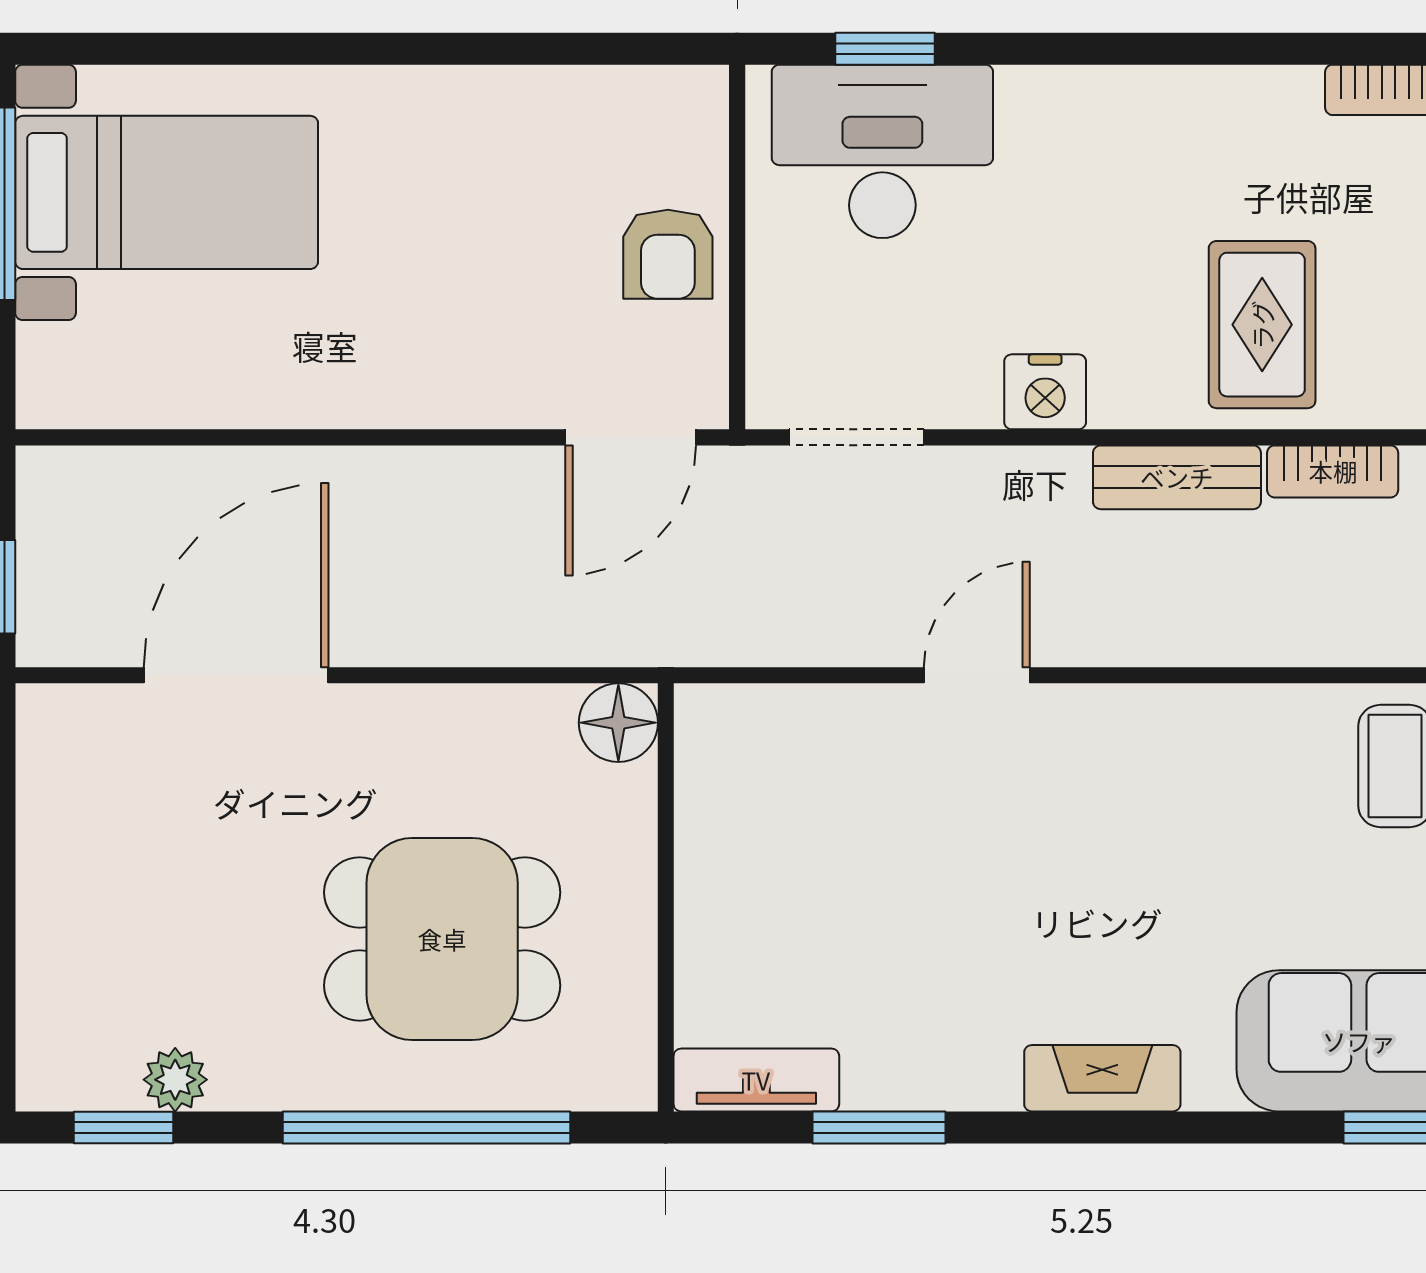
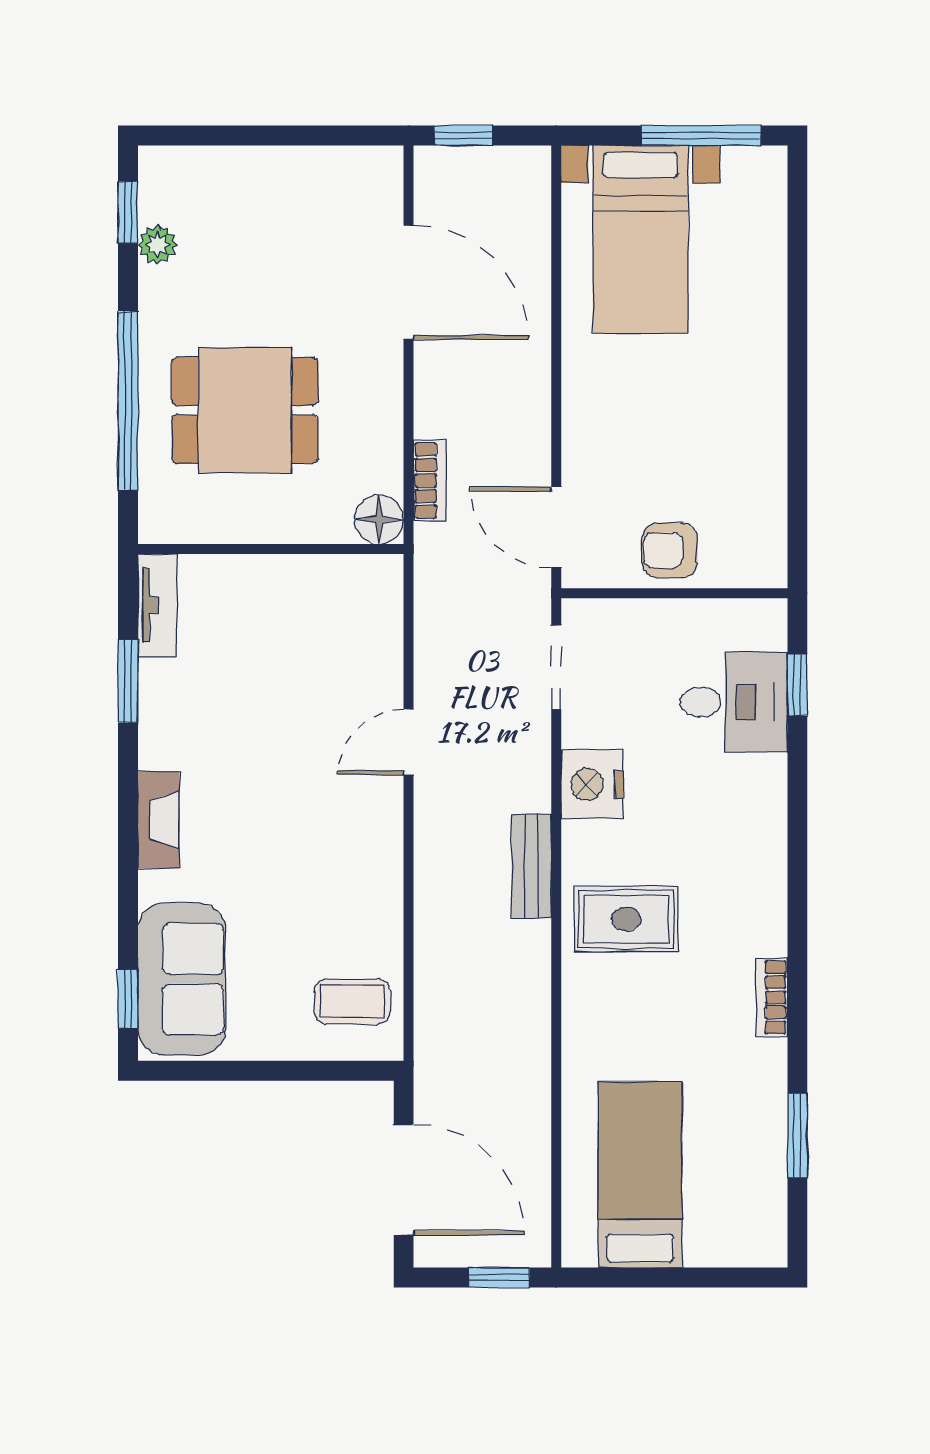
desk: (882, 151) -> (734, 702), width x0.73
bed with nightstands: (167, 192) -> (640, 239), moved
nightstand: (1045, 392) -> (592, 784), width x1.36, depth x1.33
bookcase: (1333, 471) -> (430, 481), moved, turned 180
door: (977, 675) -> (409, 742), swing flipped
dining table: (442, 939) -> (245, 410), turned 90

